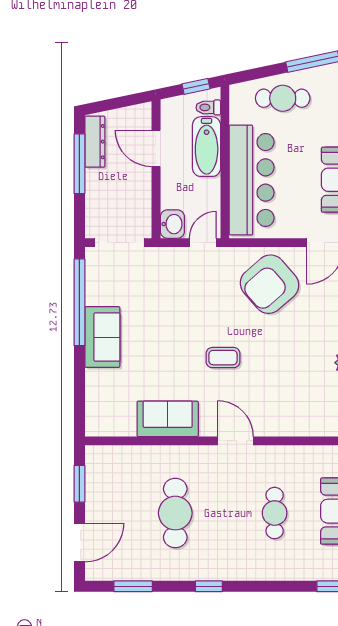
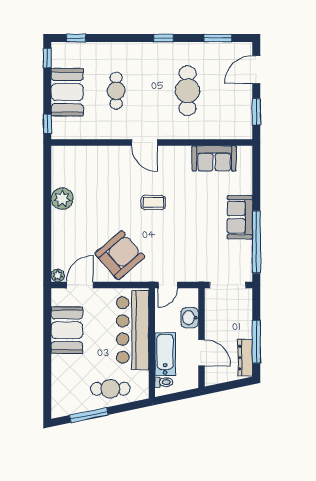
window: (196, 86) -> (173, 397), removed
washbasin: (172, 224) -> (190, 318), moved
sofa: (168, 419) -> (214, 158), moved

